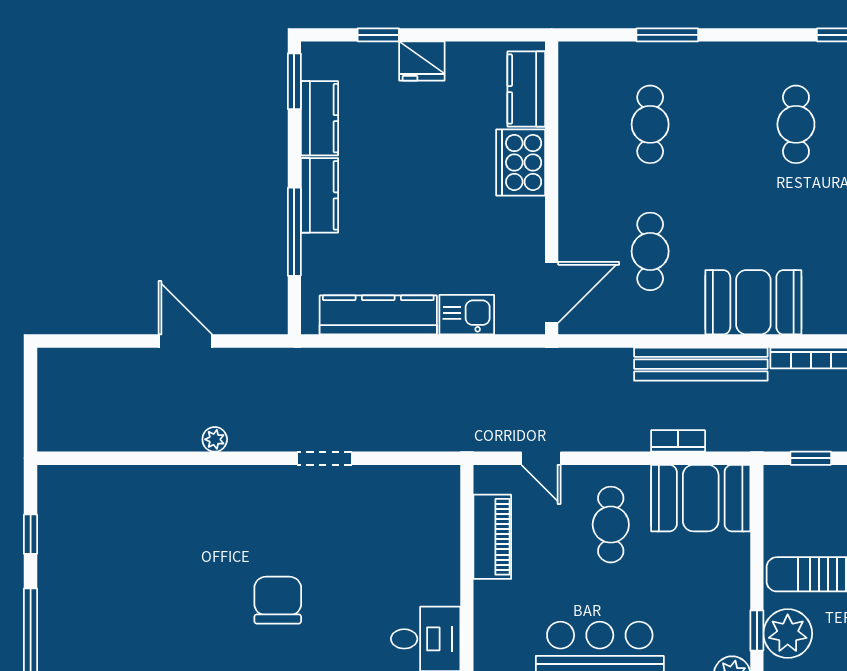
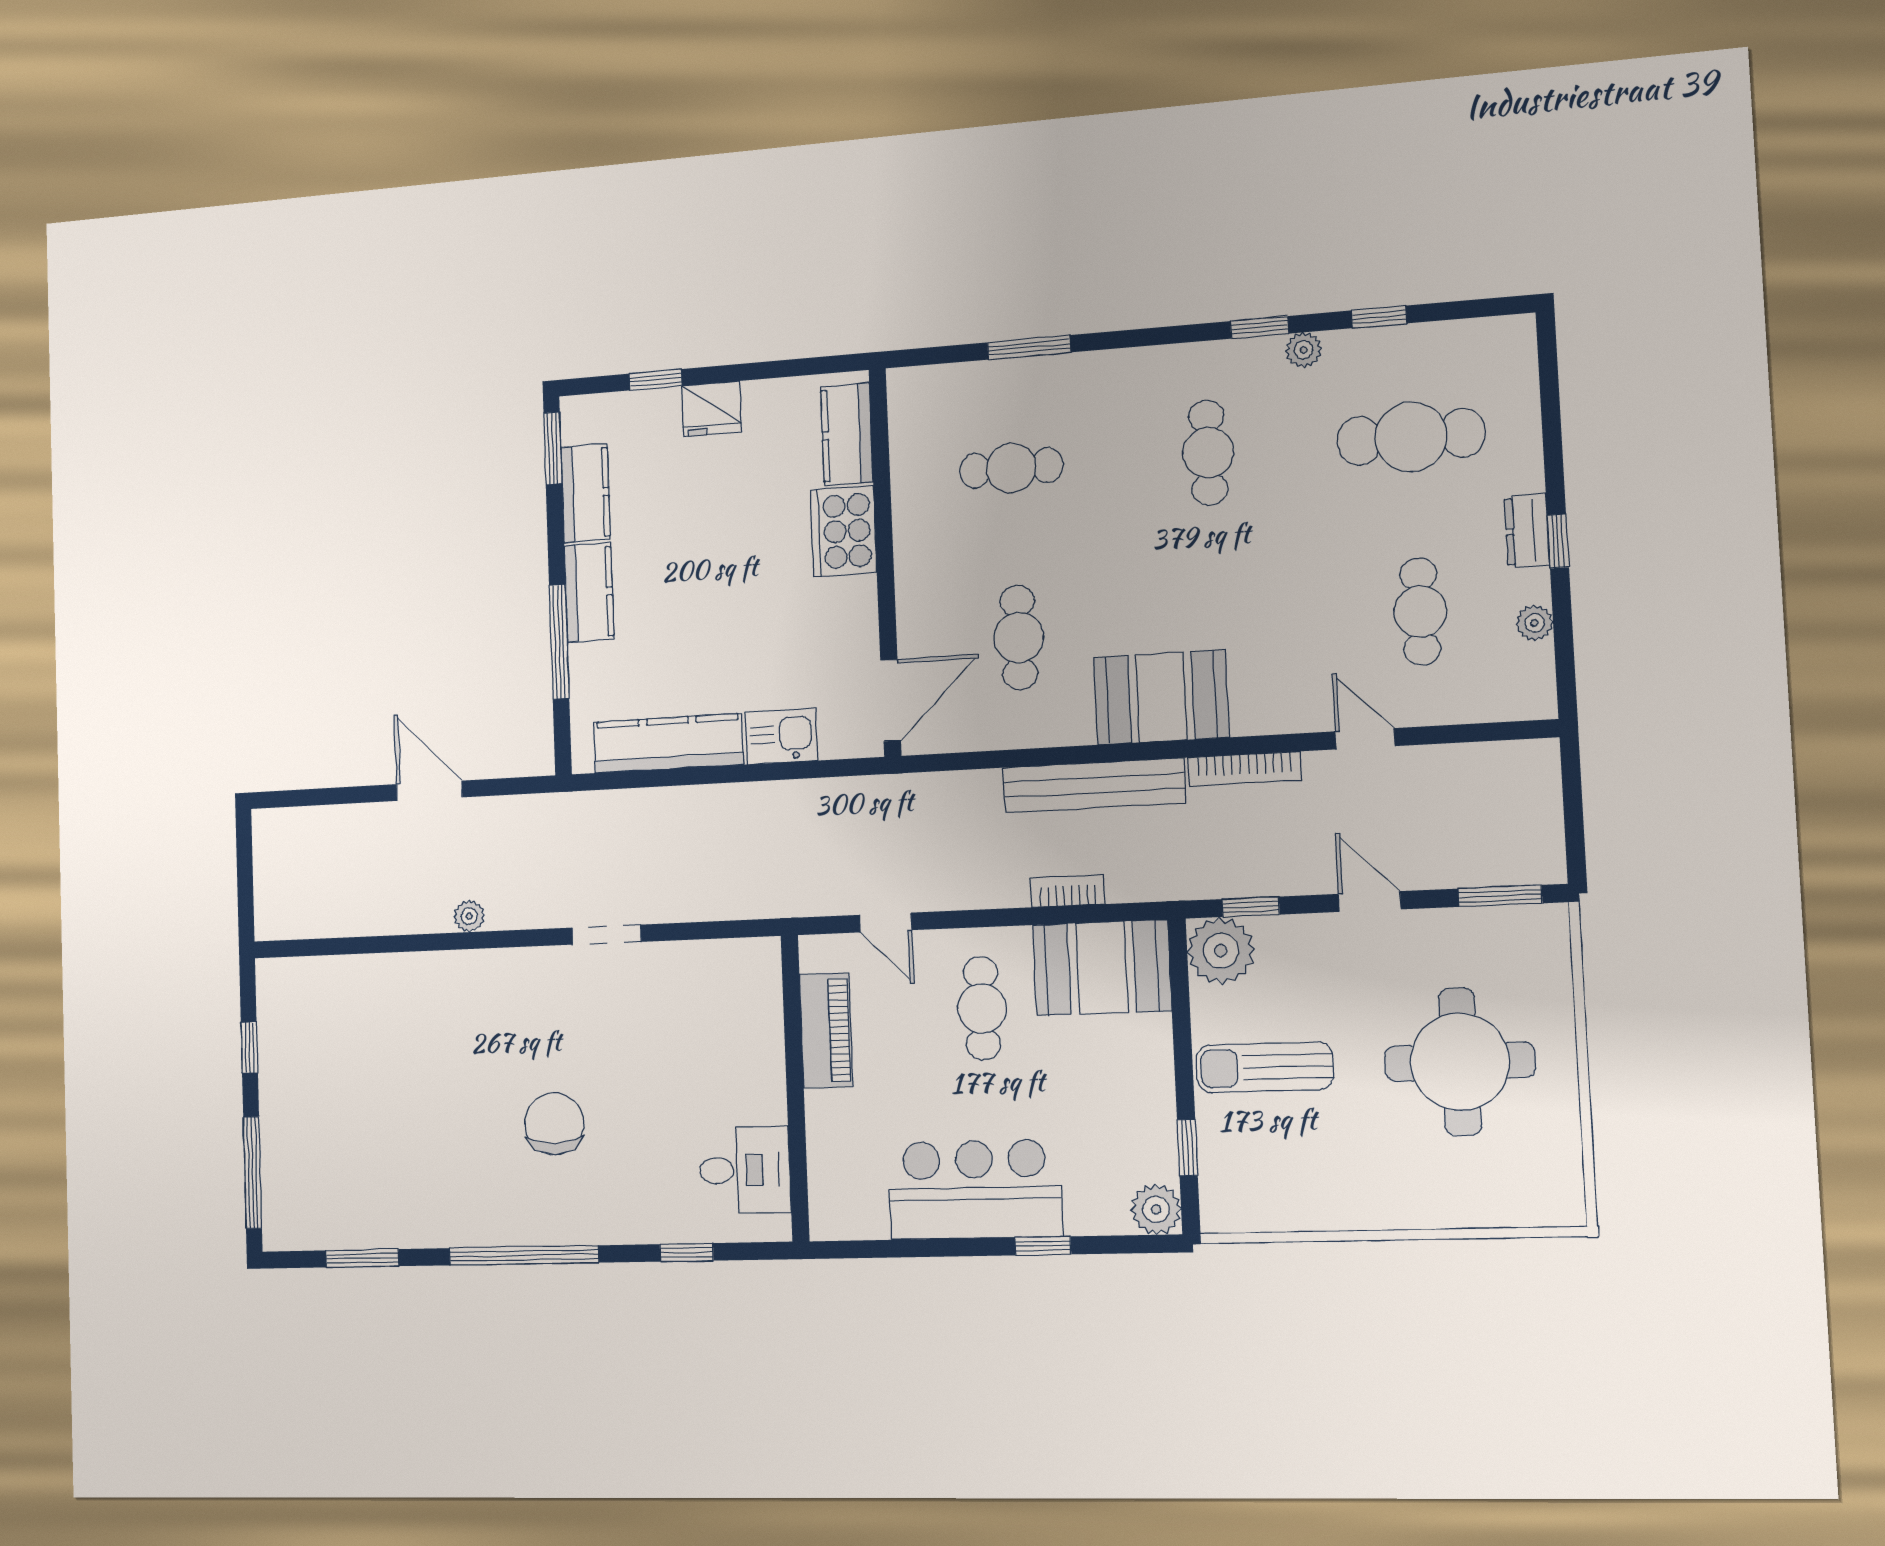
cafe table: (650, 124) -> (1011, 468), turned 90
plant: (788, 634) -> (1221, 951), moved

